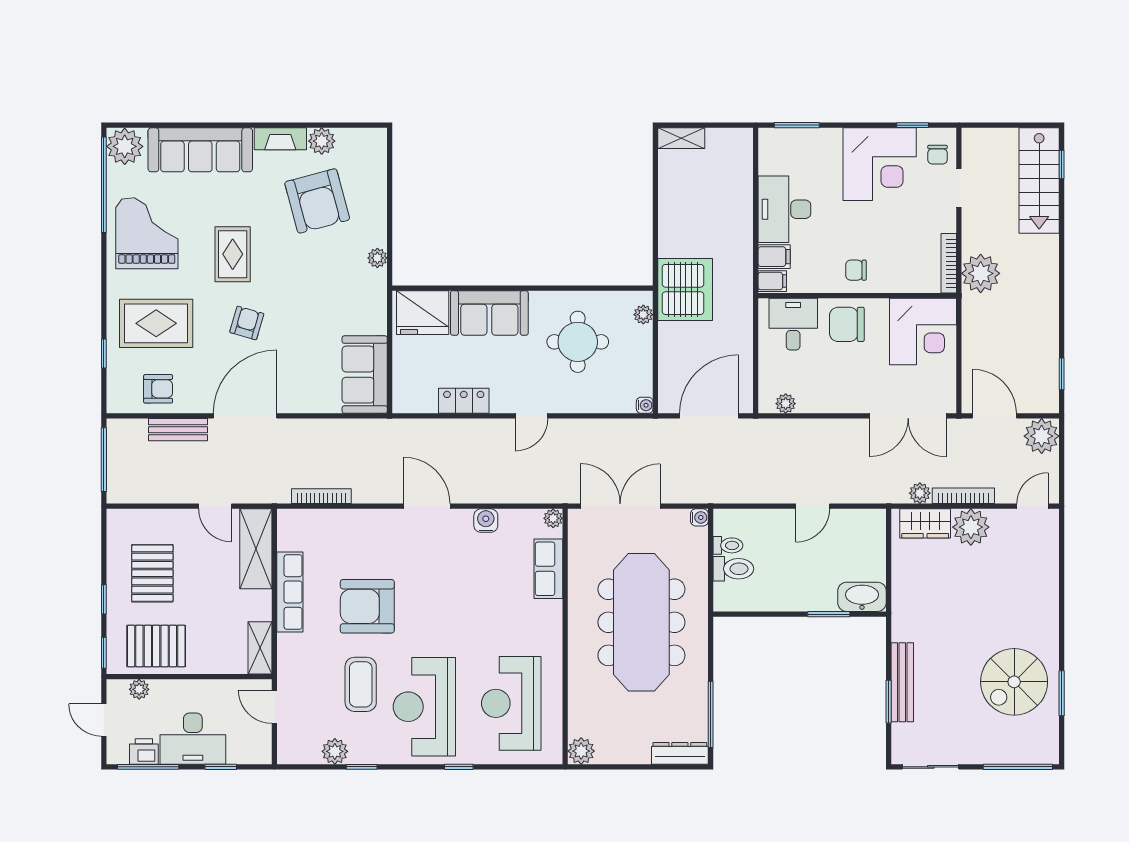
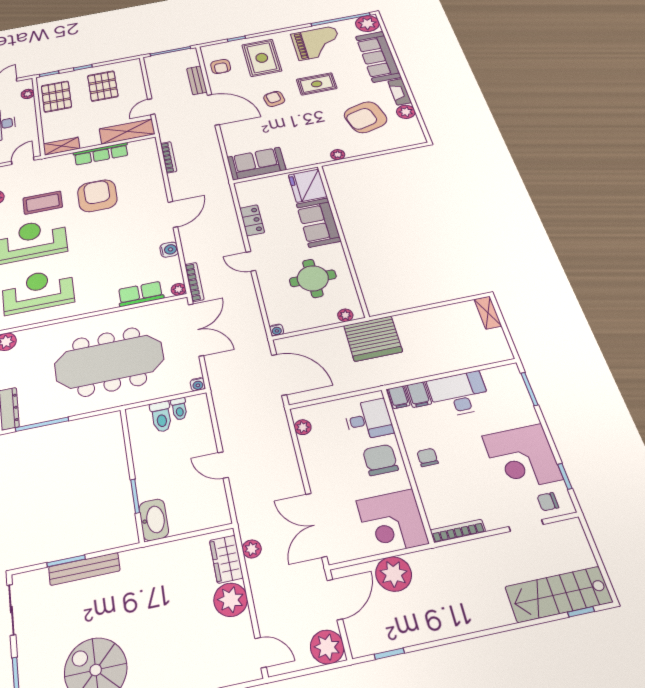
plant: (981, 273) -> (394, 574), moved
armchair: (247, 323) -> (274, 99), turned -116
bookcase: (963, 496) -> (194, 282), moved
pallet: (152, 573) -> (103, 86), turned 90

